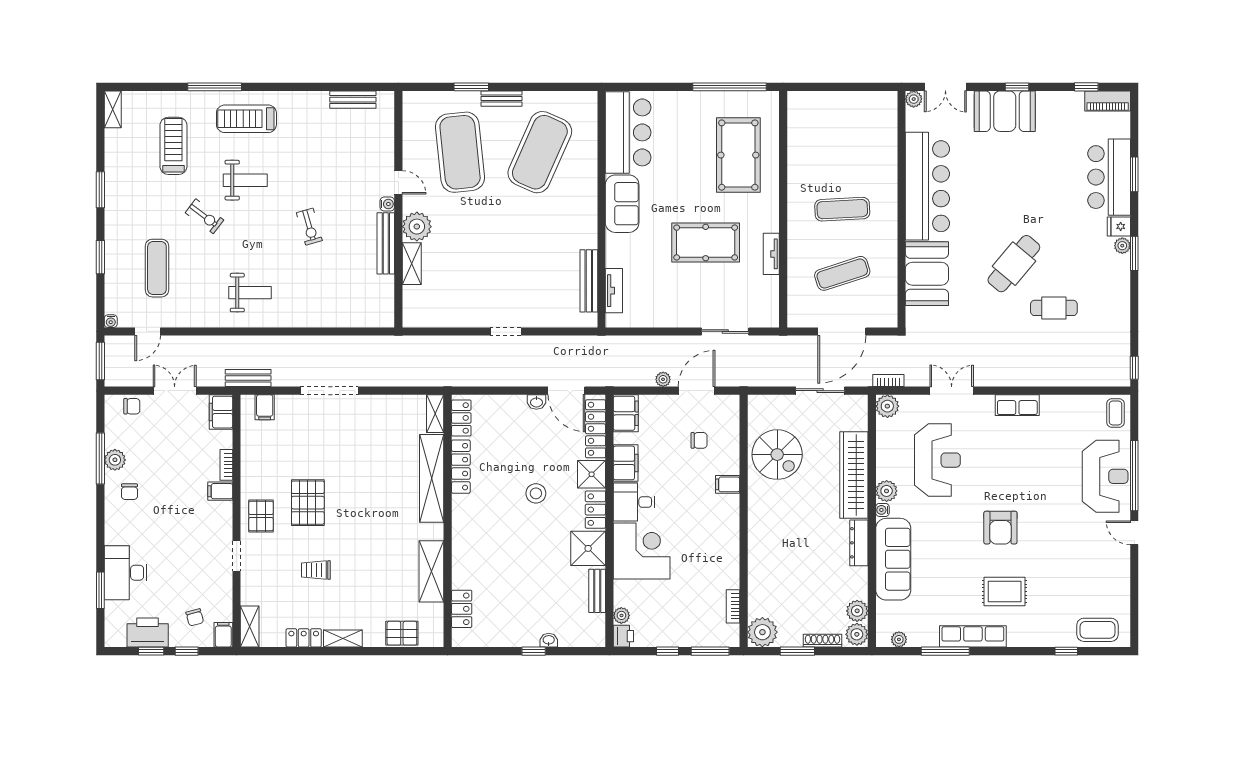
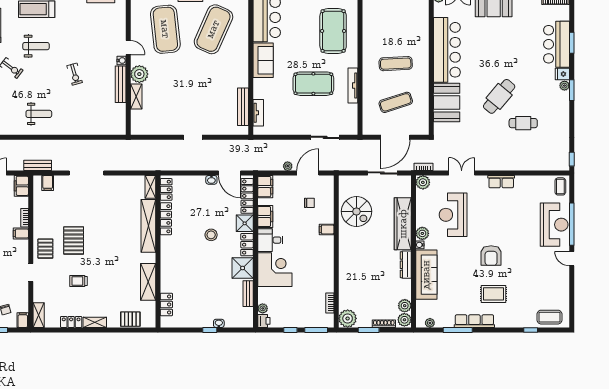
tv unit: (771, 254) -> (353, 85), width x1.41
reception desk: (937, 460) -> (453, 215), turned 180

